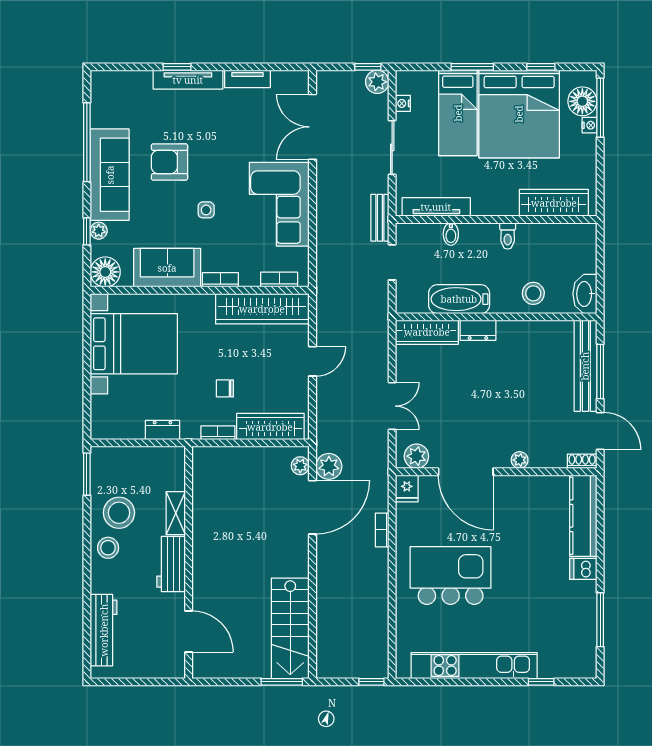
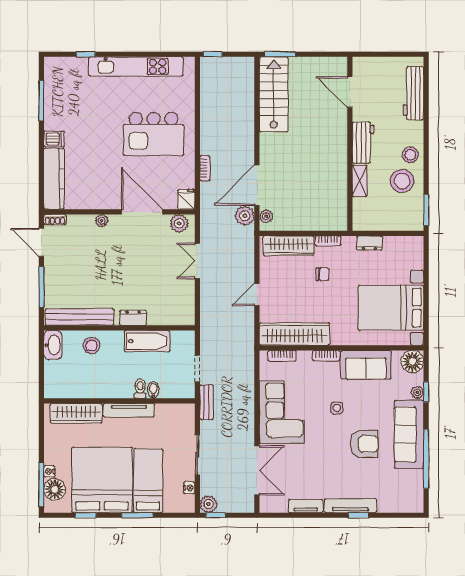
tv unit: (436, 207) -> (129, 410), moved
toilet: (508, 236) -> (140, 388), moved
wardrobe: (427, 332) -> (171, 316), removed
bench: (585, 366) -> (80, 317), moved, turned 90

